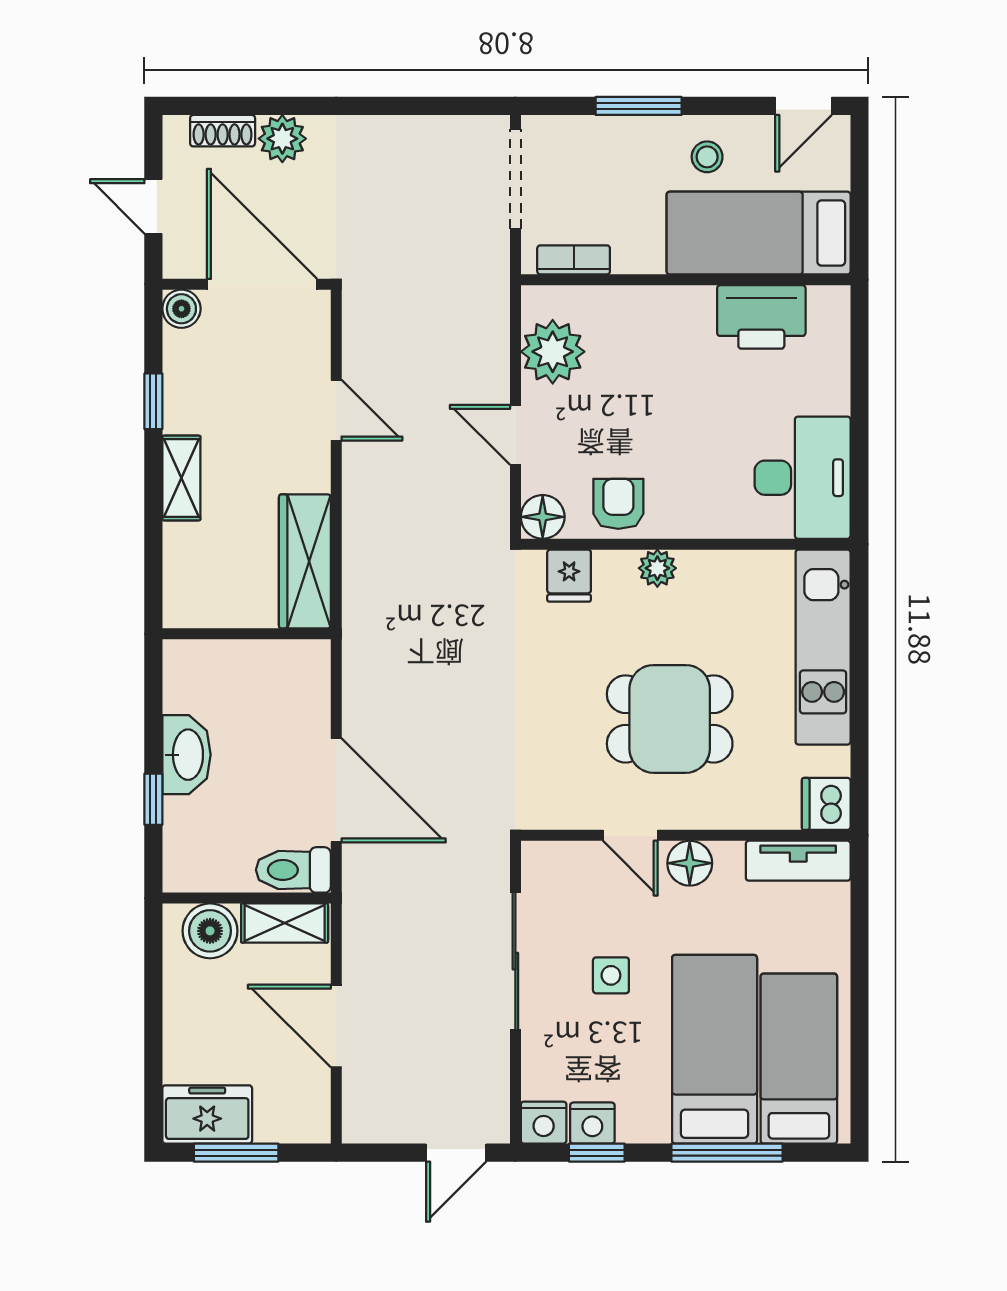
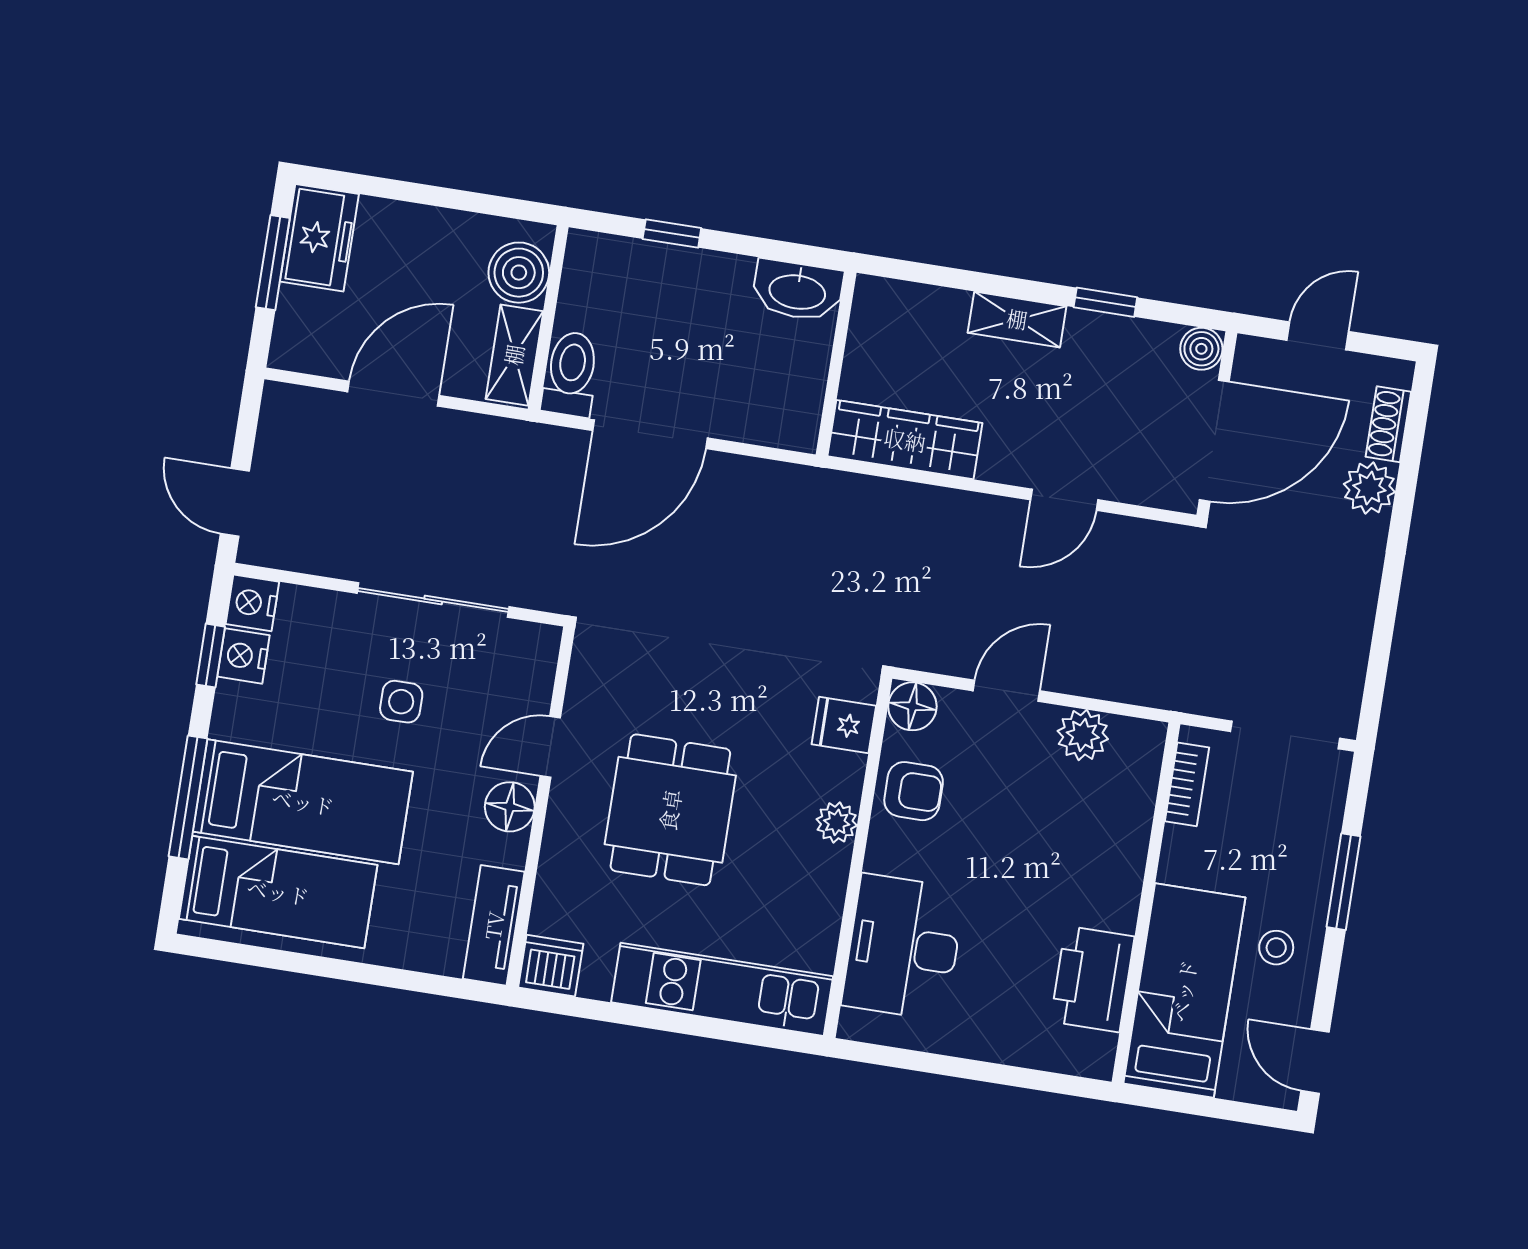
plant: (553, 352) -> (1083, 735), width x0.73, depth x0.73
desk: (803, 478) -> (903, 947), moved, turned 90
washbasin: (187, 755) -> (798, 290), moved

